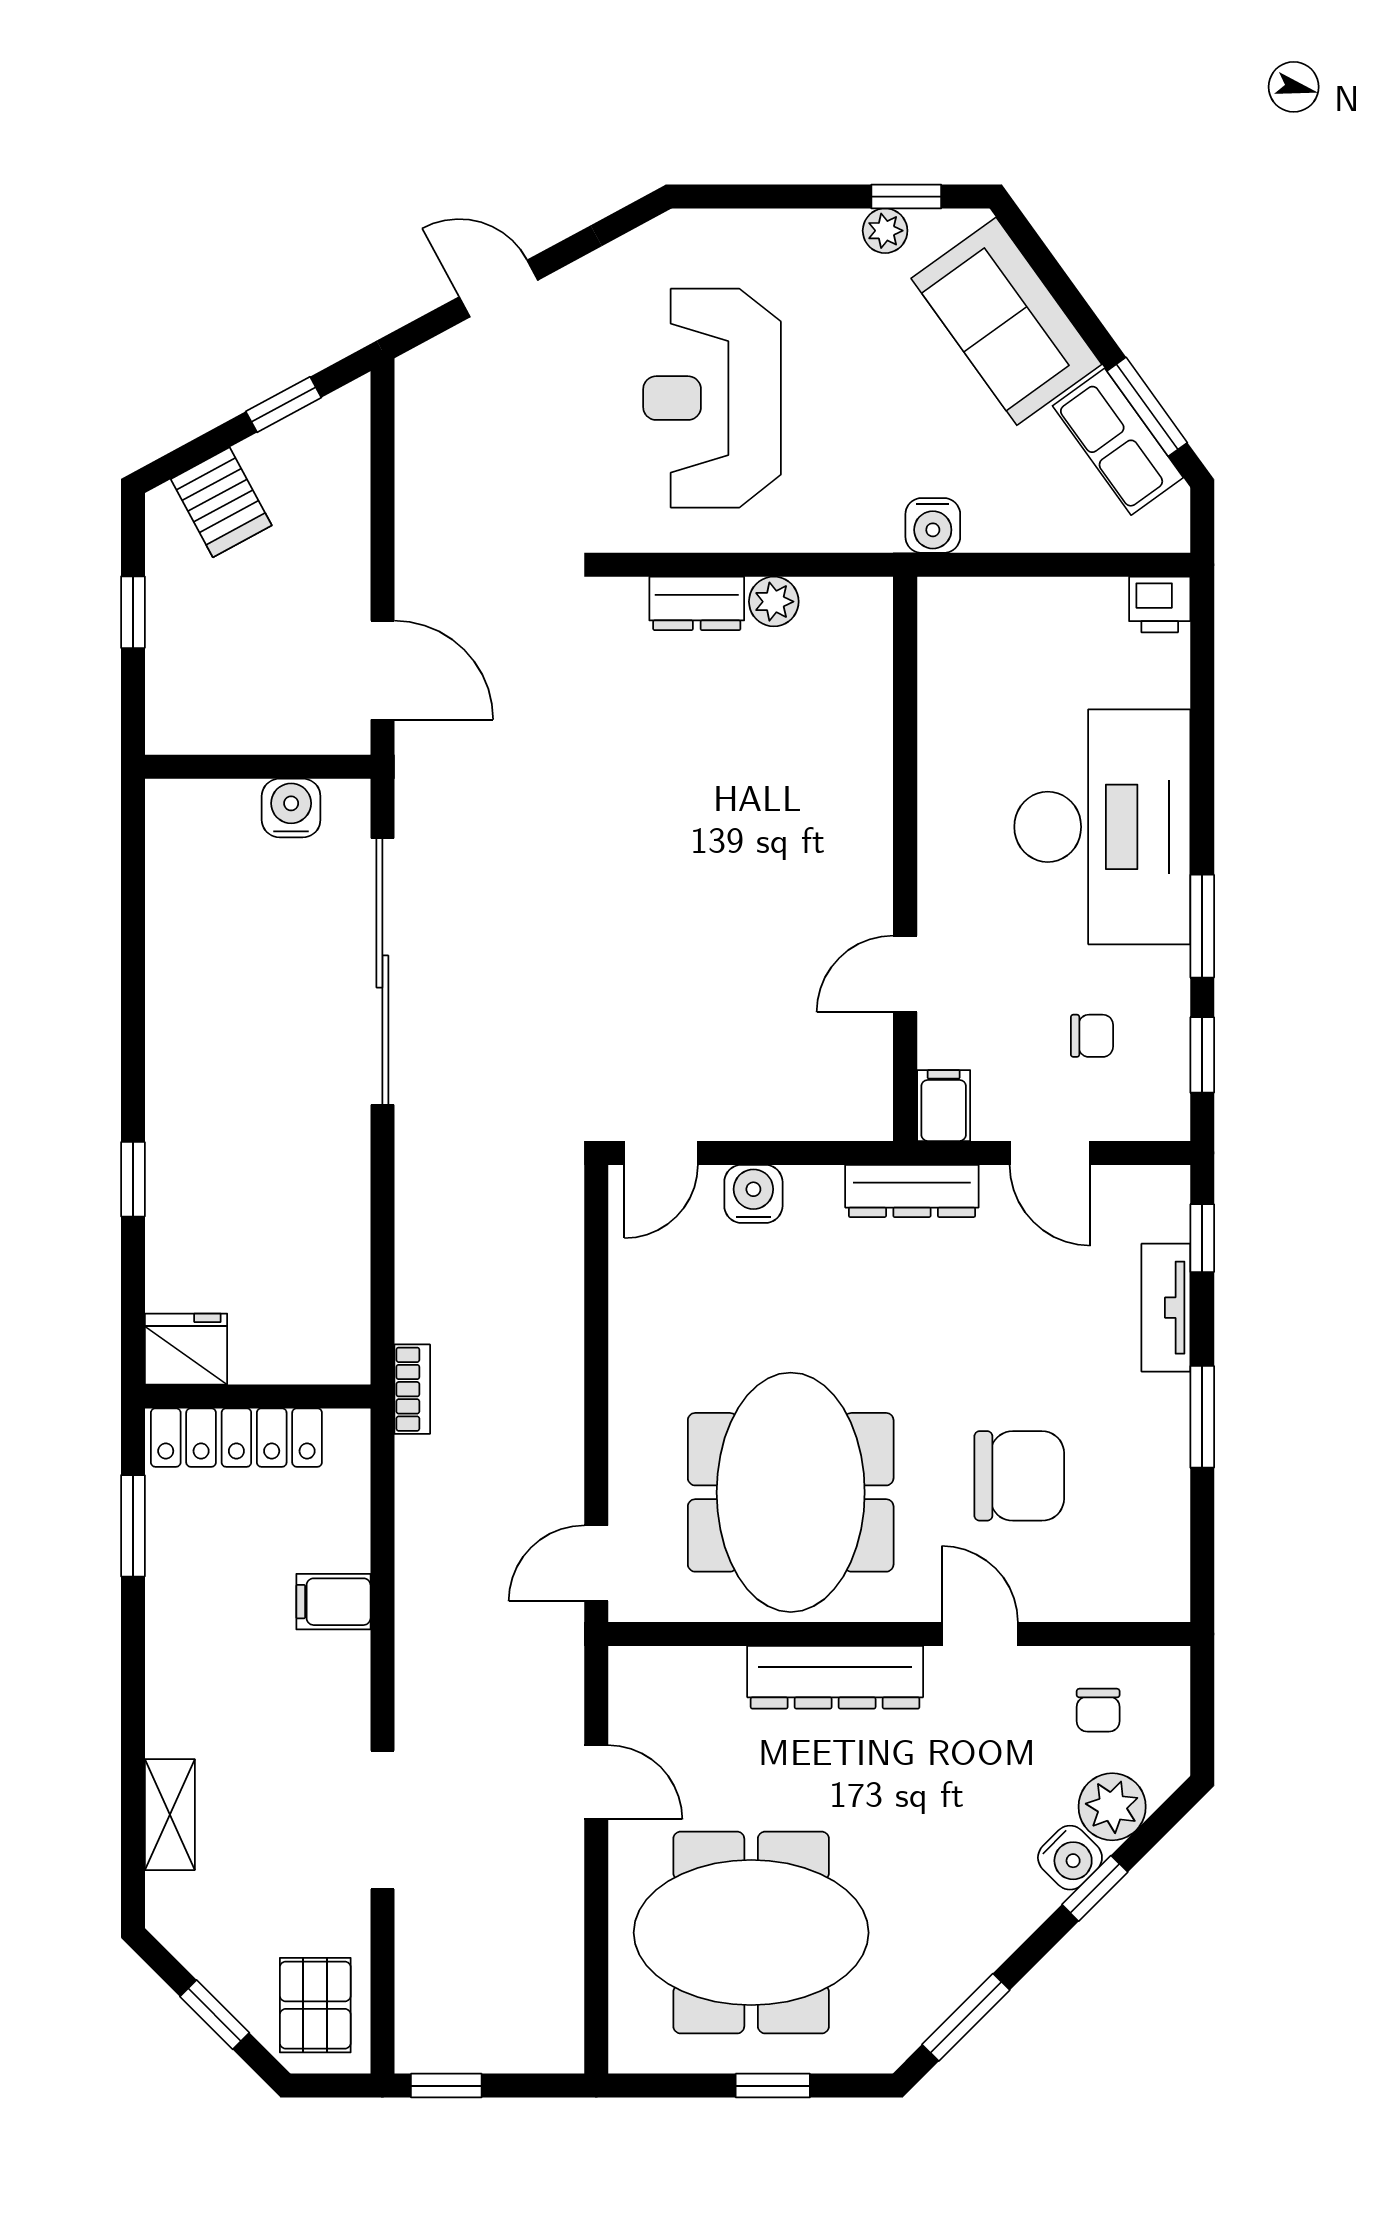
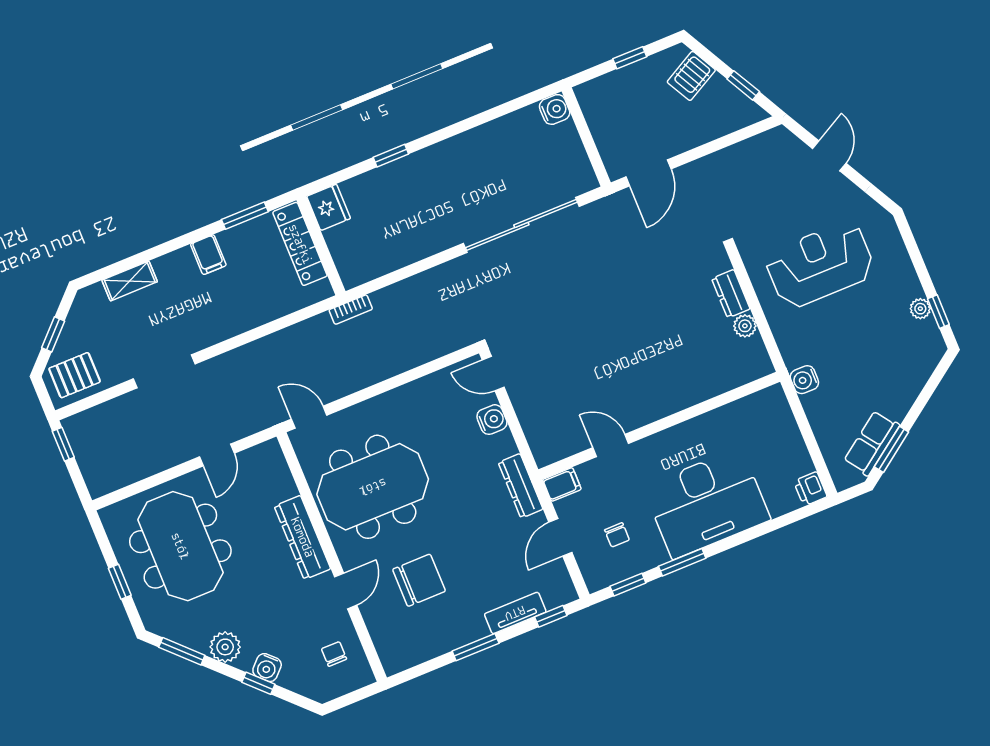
sofa: (1006, 321) -> (903, 375), removed
water cooler: (291, 808) -> (555, 109), moved
chair: (1019, 1476) -> (419, 580), turned -90
filing cabinet: (333, 1602) -> (208, 255), moved, turned 180
chair: (1098, 1710) -> (334, 654), turned 90
plant: (1112, 1807) -> (225, 647), moved

